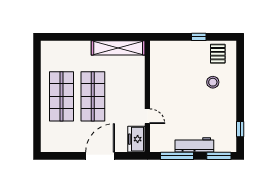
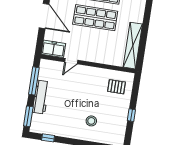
pallet: (218, 54) -> (117, 87), moved

